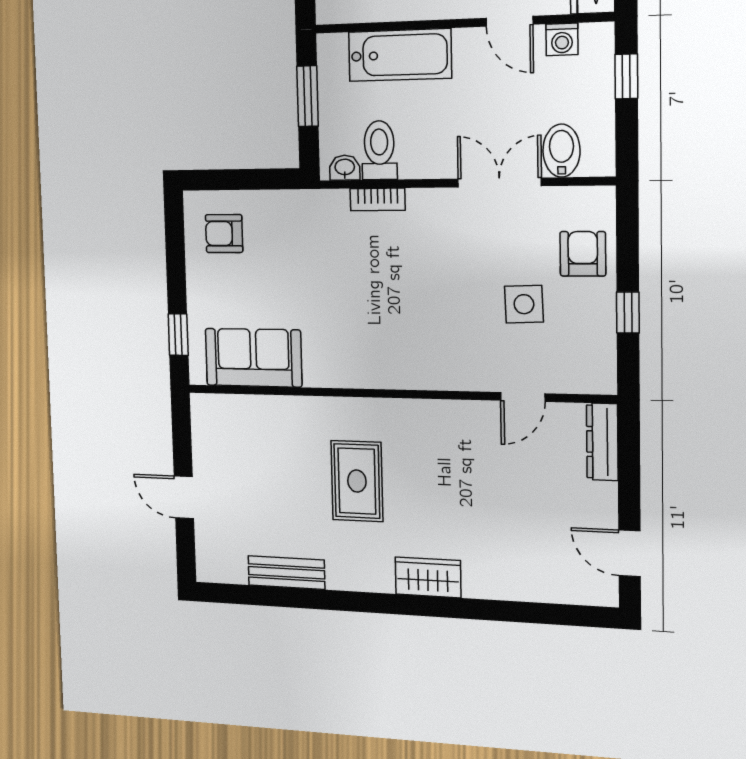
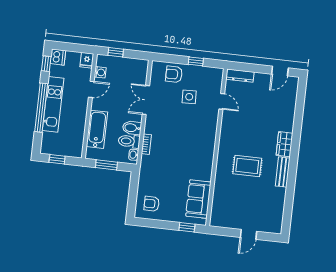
bidet: (561, 151) -> (132, 128), moved
armchair: (224, 233) -> (152, 204), turned 90
bench: (286, 573) -> (283, 172), moved

